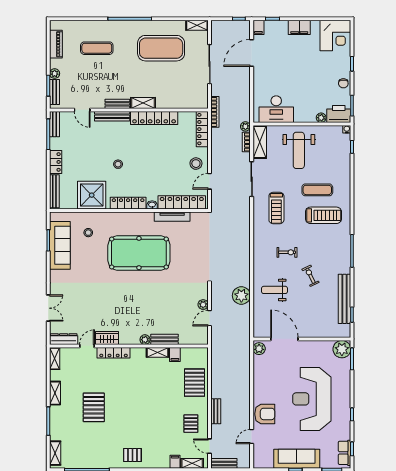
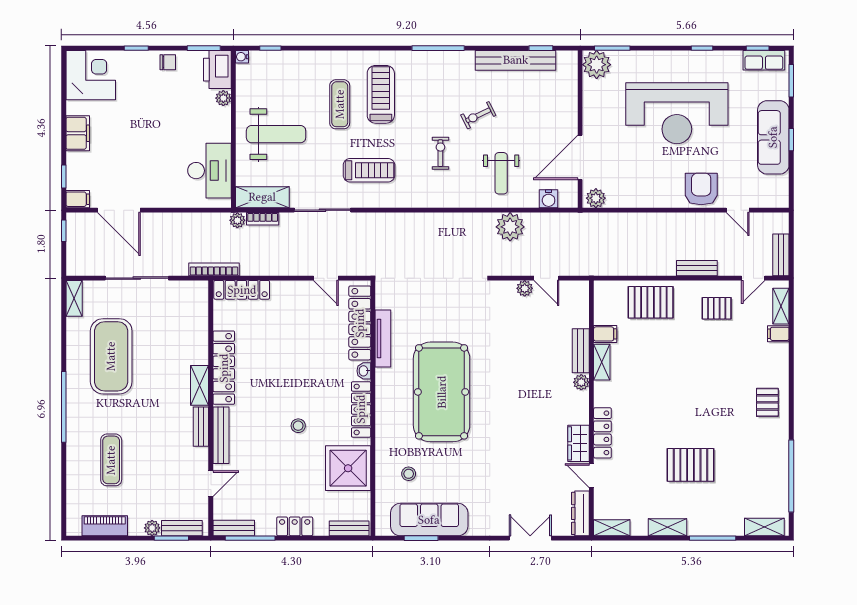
stool: (196, 164) -> (297, 300), removed
bench: (54, 191) -> (349, 528), width x0.73
water cooler: (259, 319) -> (549, 199), added

